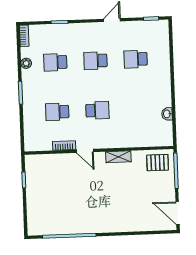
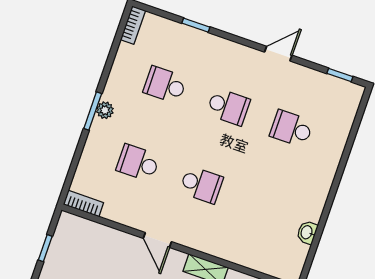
school desk: (95, 61) -> (228, 107), turned 180
plant: (26, 63) -> (105, 110), moved
bookcase: (64, 145) -> (83, 204), moved

